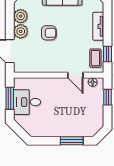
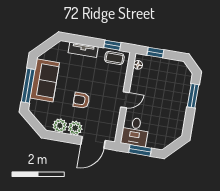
armchair: (49, 33) -> (81, 100), turned -90
door: (75, 75) -> (125, 100), moved
desk: (27, 102) -> (135, 132), moved

